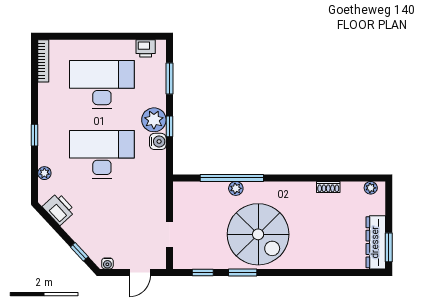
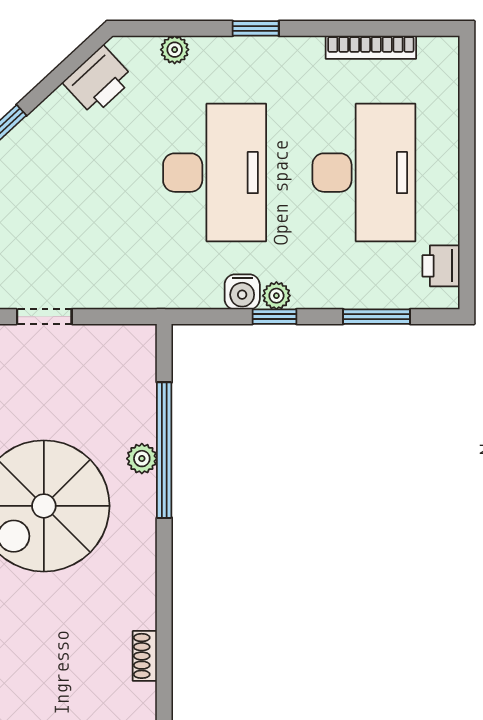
bookcase: (43, 61) -> (371, 47), moved
plant: (154, 120) -> (276, 296), width x0.53, depth x0.53

